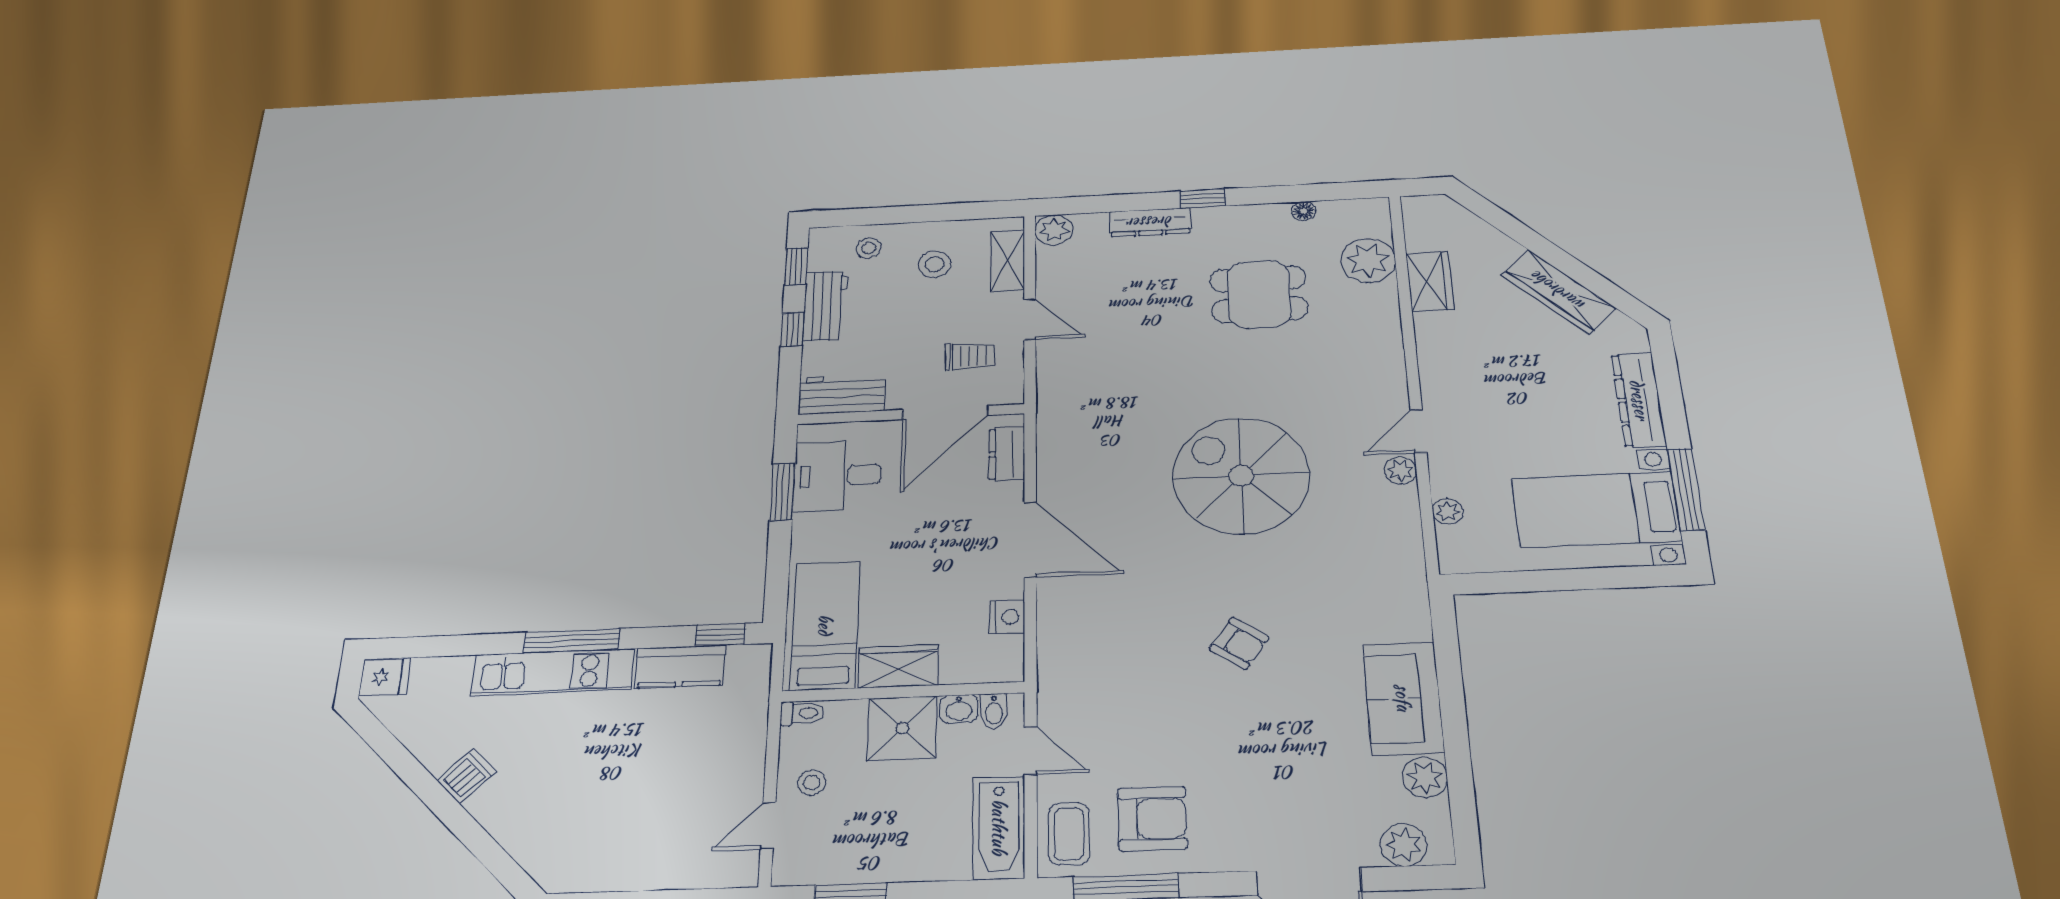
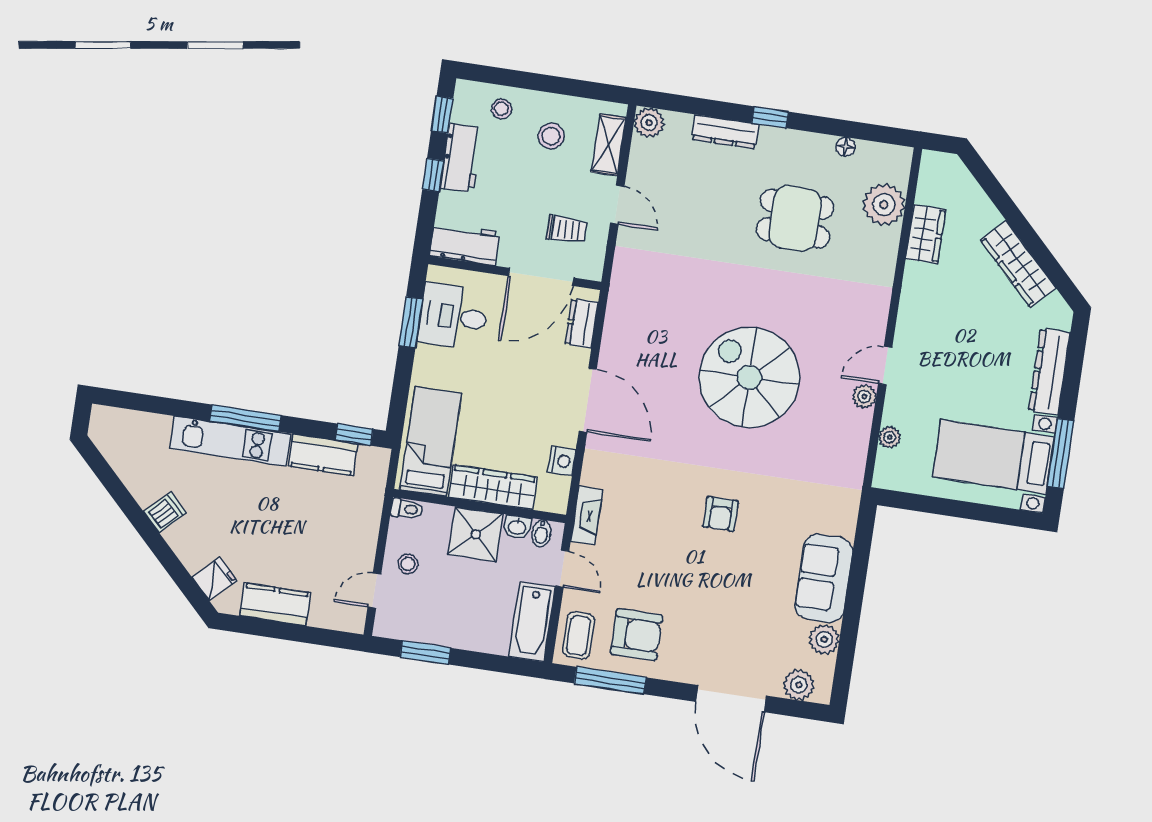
armchair: (1239, 643) -> (721, 514), turned 55
wardrobe: (898, 666) -> (493, 487), width x1.50
fridge: (384, 677) -> (215, 579), moved, turned -45
fireplace: (1053, 678) -> (587, 515), added
kitchen counter: (628, 869) -> (275, 604), added

